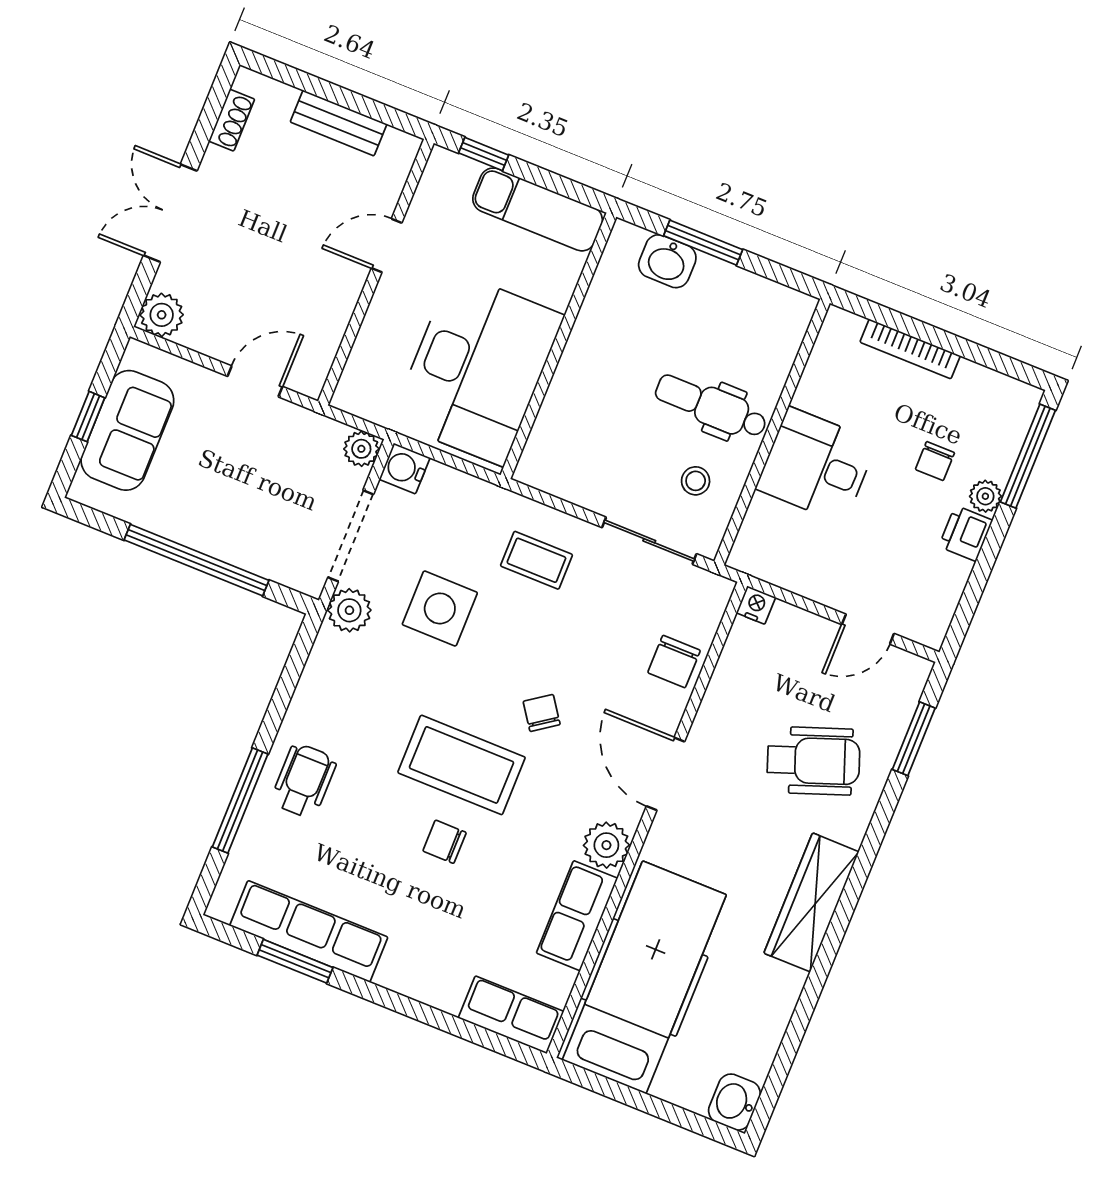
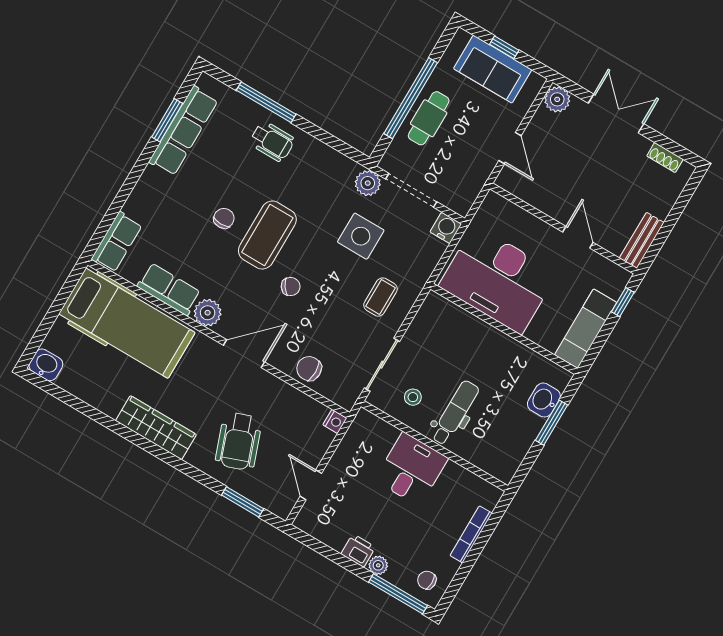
bench: (339, 123) -> (642, 240), moved
plant: (361, 449) -> (461, 204), removed
chair: (935, 461) -> (427, 580), moved
cafe table: (226, 525) -> (429, 118), added

